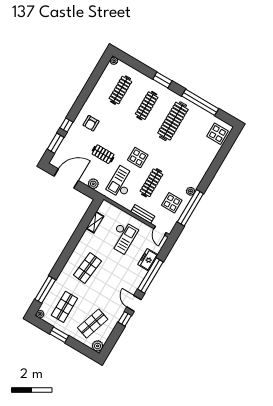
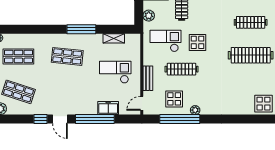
checkout: (123, 237) -> (115, 72), turned 180
window: (45, 290) -> (81, 29), moved
door: (134, 303) -> (60, 119), swing flipped

